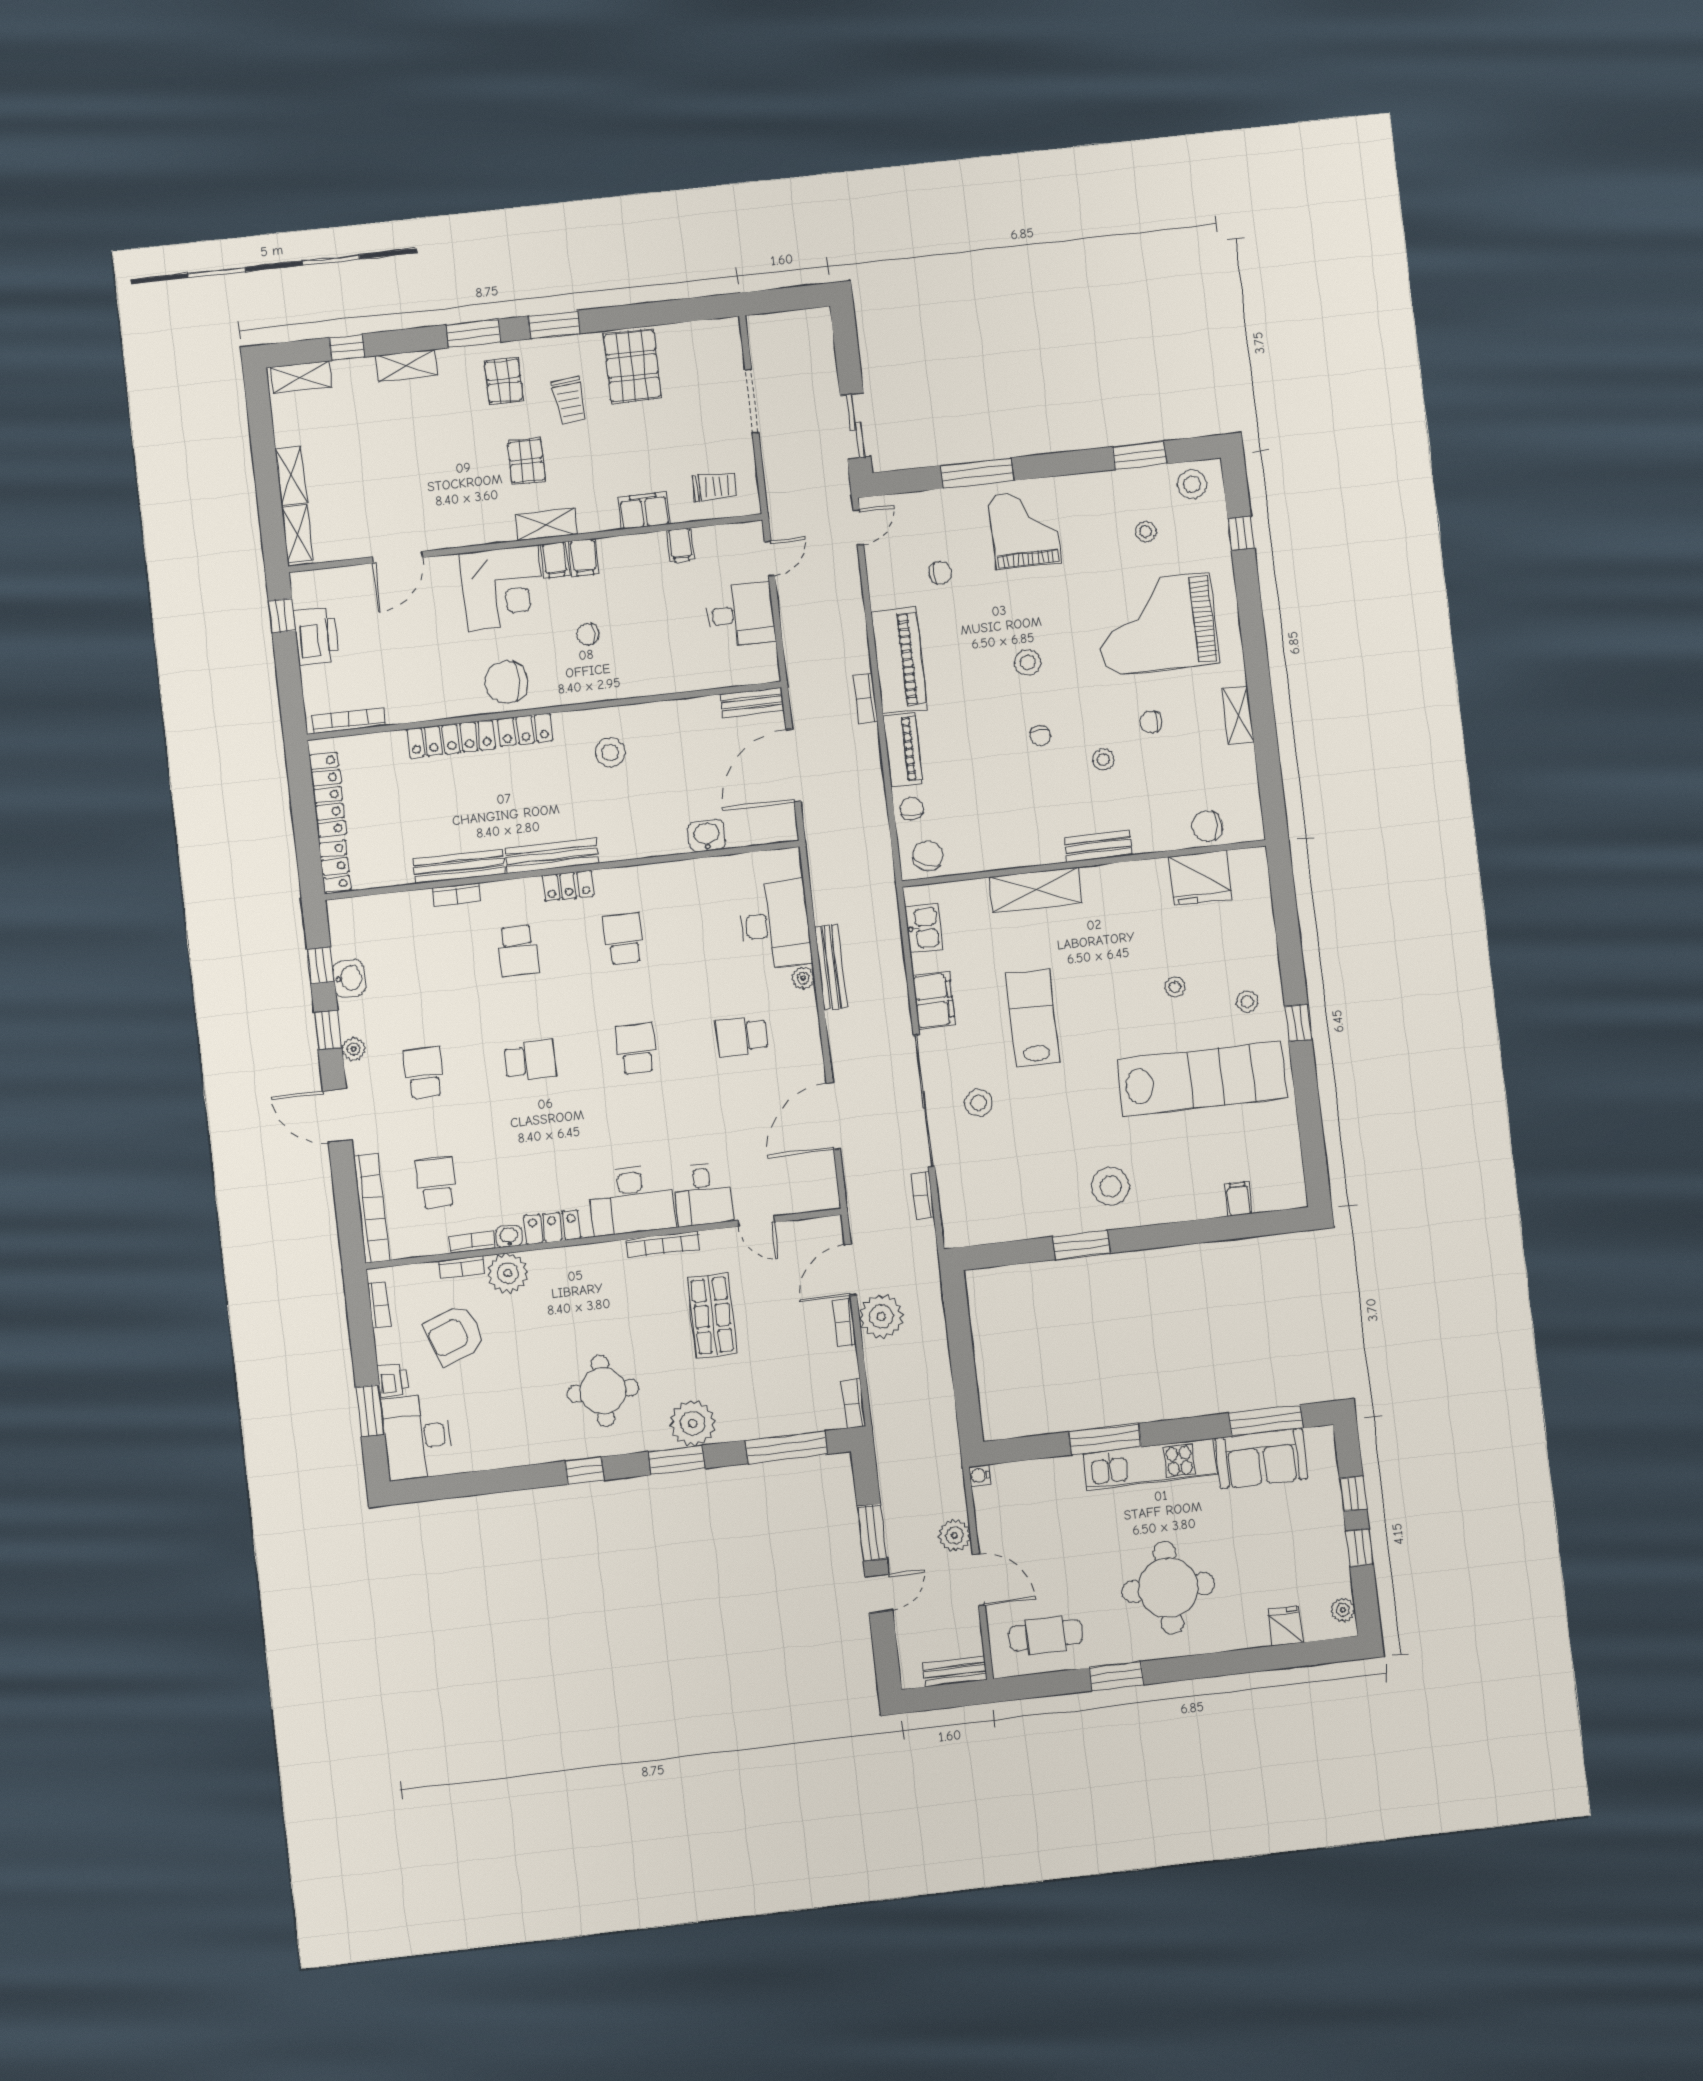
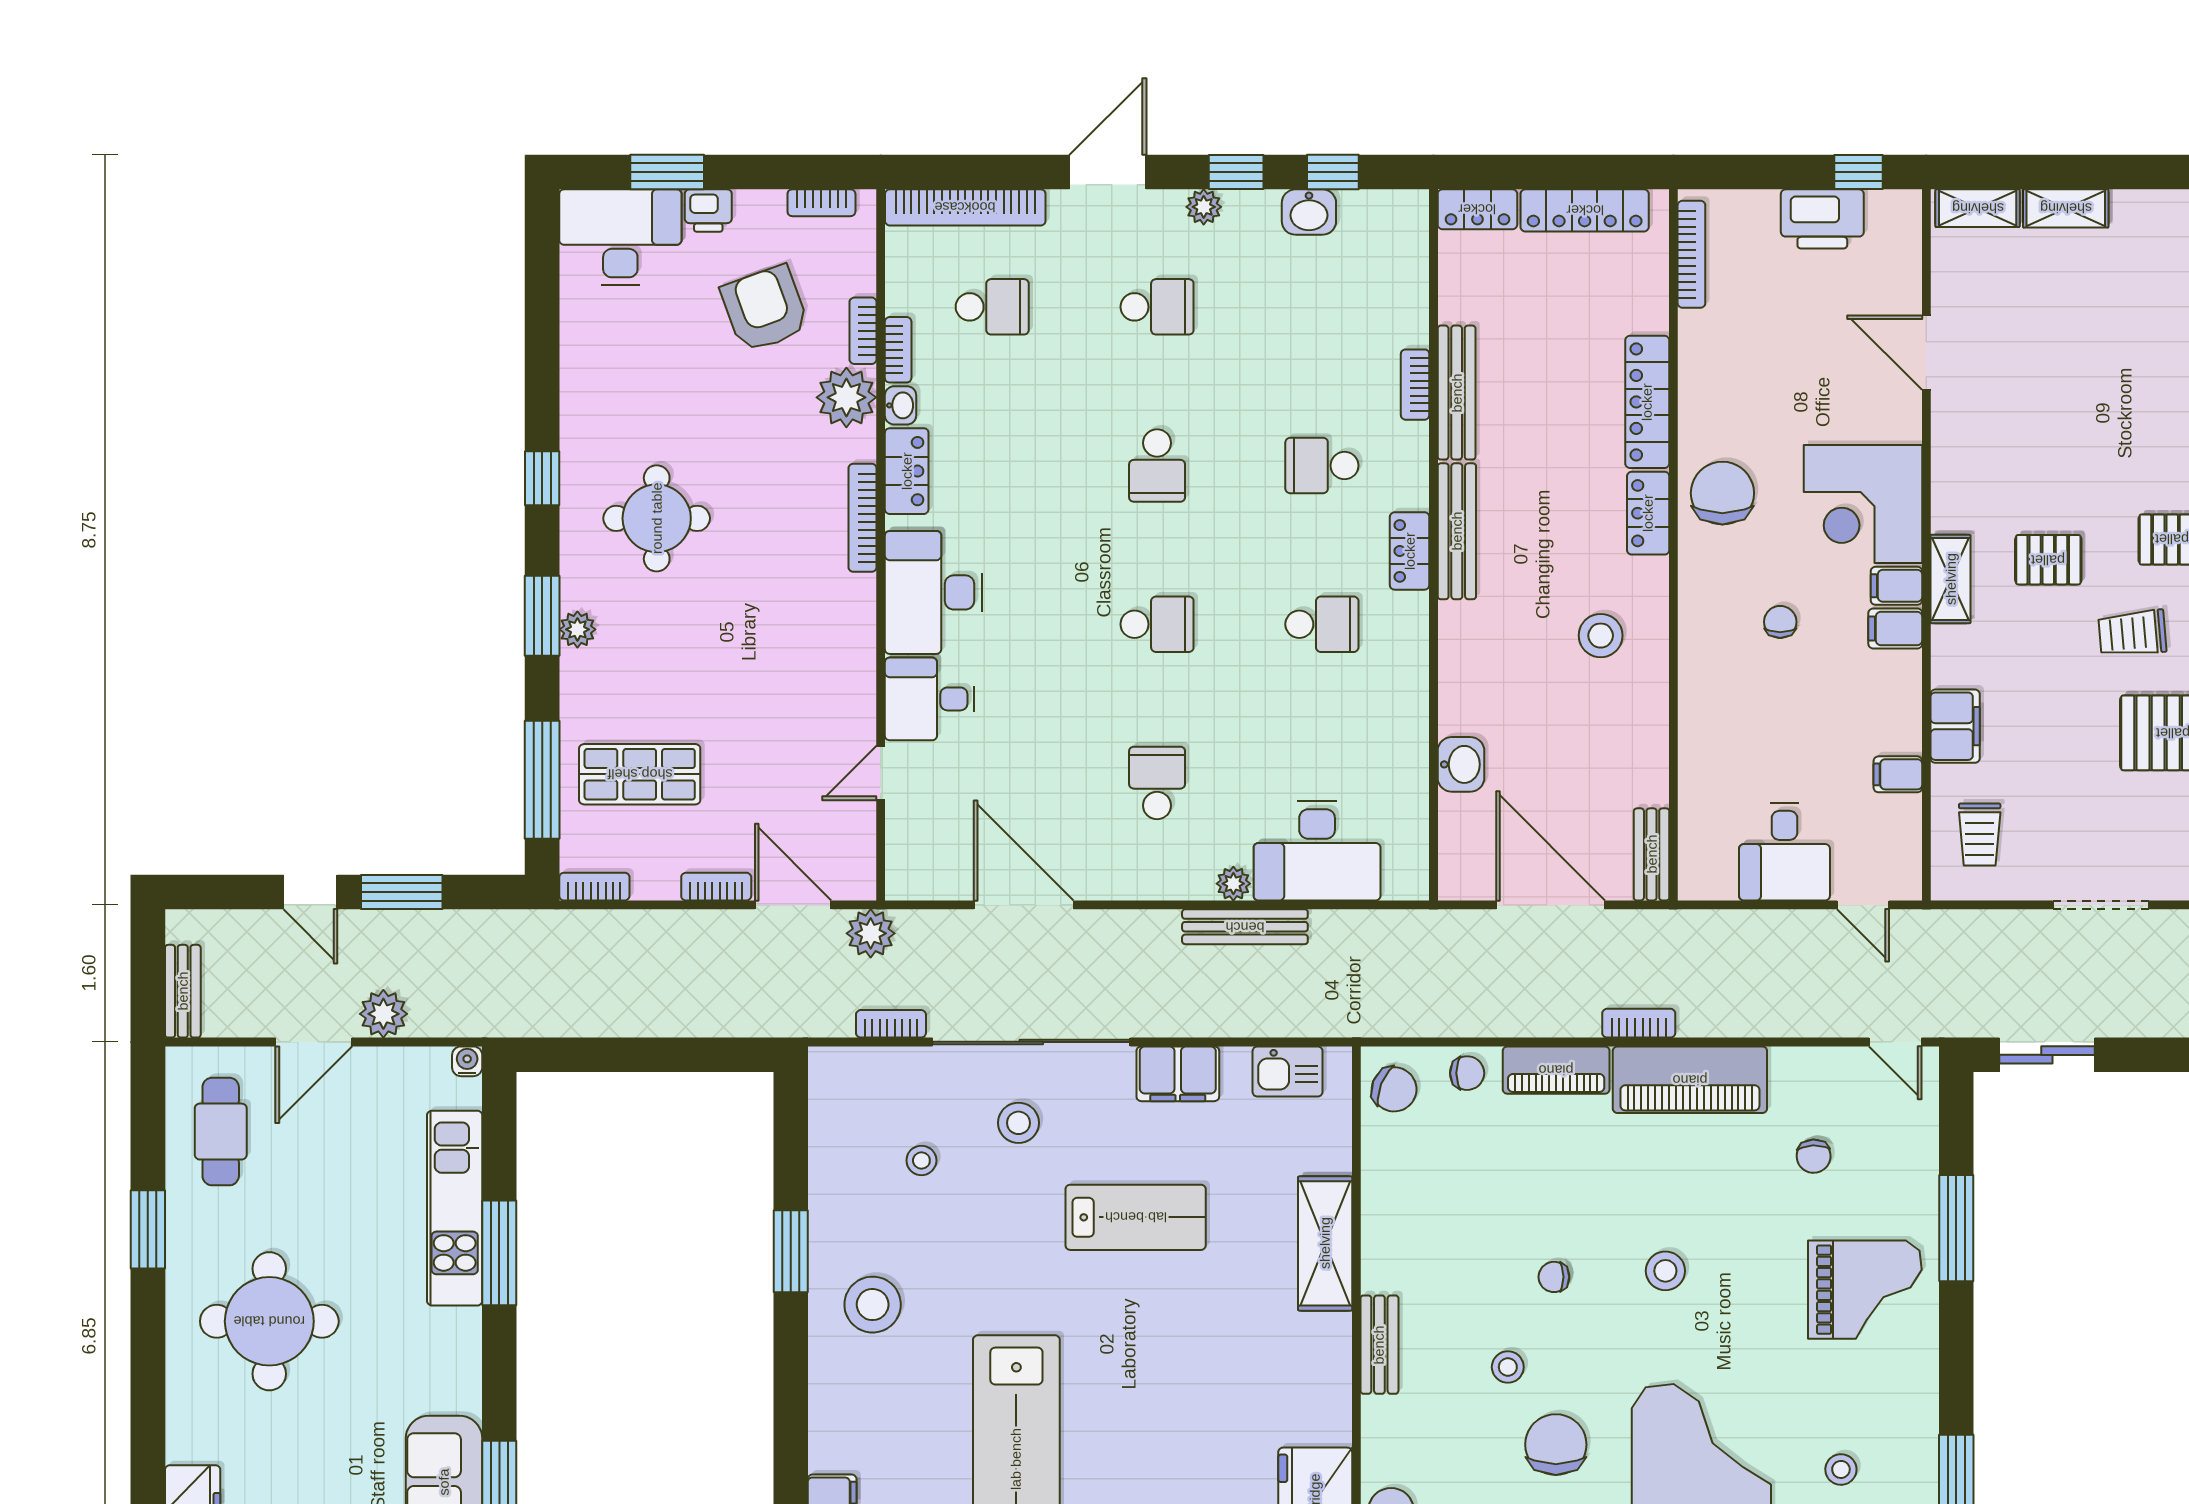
chair: (1151, 722) -> (1556, 1445), width x1.87, depth x1.87
stool: (1175, 987) -> (921, 1160), moved
bookcase: (663, 1244) -> (863, 518), moved
shop shelf: (712, 1316) -> (640, 774), moved
plant: (881, 1316) -> (871, 933), moved, width x0.73, depth x0.73
plant: (693, 1423) -> (577, 629), width x0.53, depth x0.53
kitchen unit: (1150, 1464) -> (455, 1208), moved

